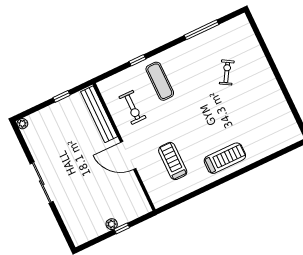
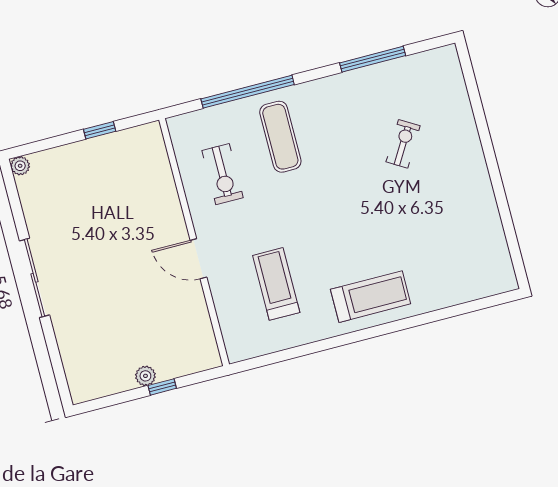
window: (137, 60) -> (248, 92), width x3.17
bench: (99, 114) -> (160, 175), removed
door: (128, 155) -> (198, 259), width x0.73

